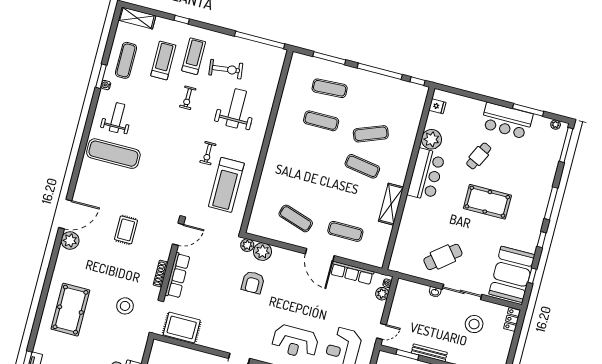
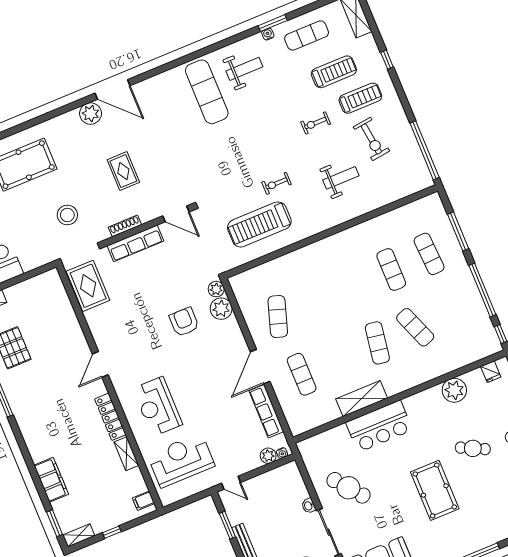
weight bench: (236, 108) -> (341, 178), width x0.73, depth x0.75
bar counter: (426, 174) -> (379, 426), moved
rug: (126, 230) -> (123, 171), moved, turned 90
armchair: (253, 282) -> (184, 322), turned 90

